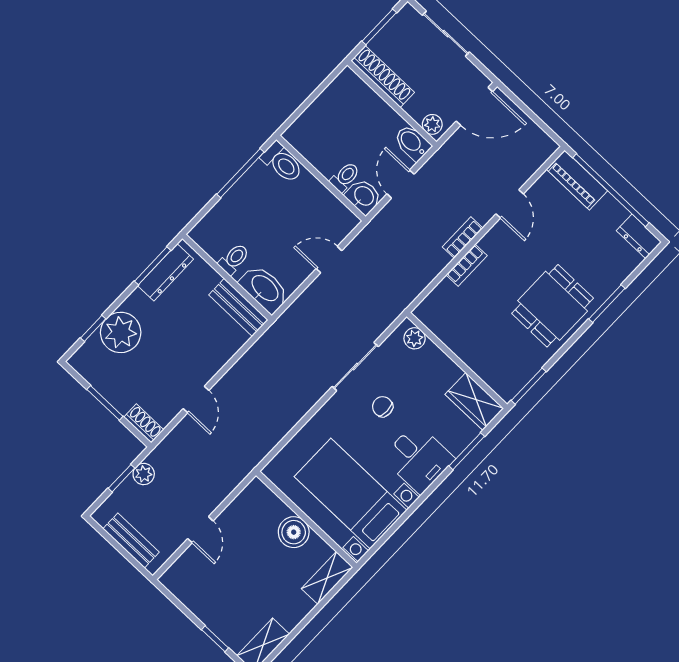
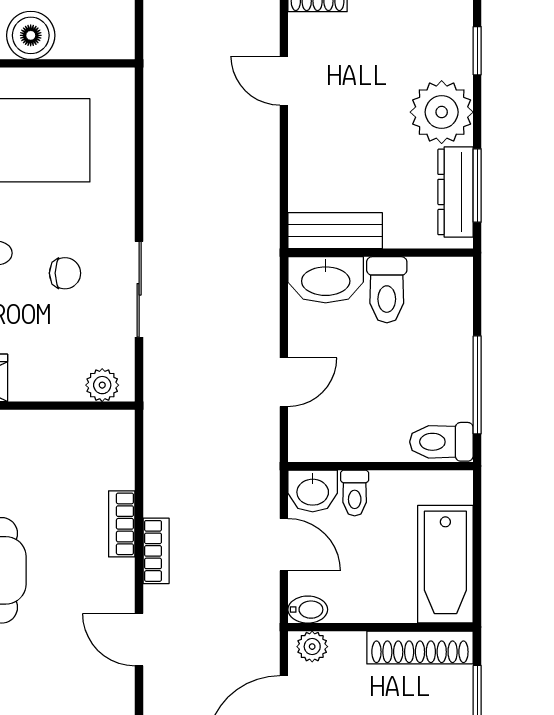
bathtub: (334, 104) -> (445, 564), added
bidet: (412, 143) -> (308, 610), width x0.72, depth x0.74
toilet: (234, 259) -> (387, 290), width x1.37, depth x1.39
plant: (121, 332) -> (442, 112), moved

